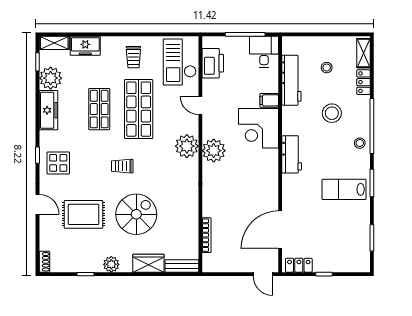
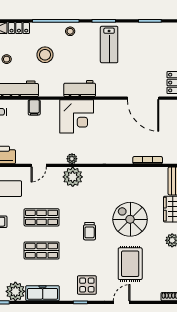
shop shelf: (139, 109) -> (42, 217), width x0.70, depth x0.74
corner desk: (259, 128) -> (77, 116), moved
plant: (214, 151) -> (72, 159), width x0.53, depth x0.53

